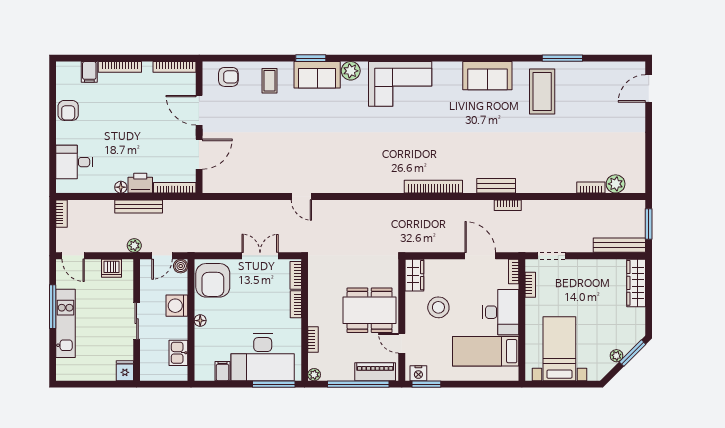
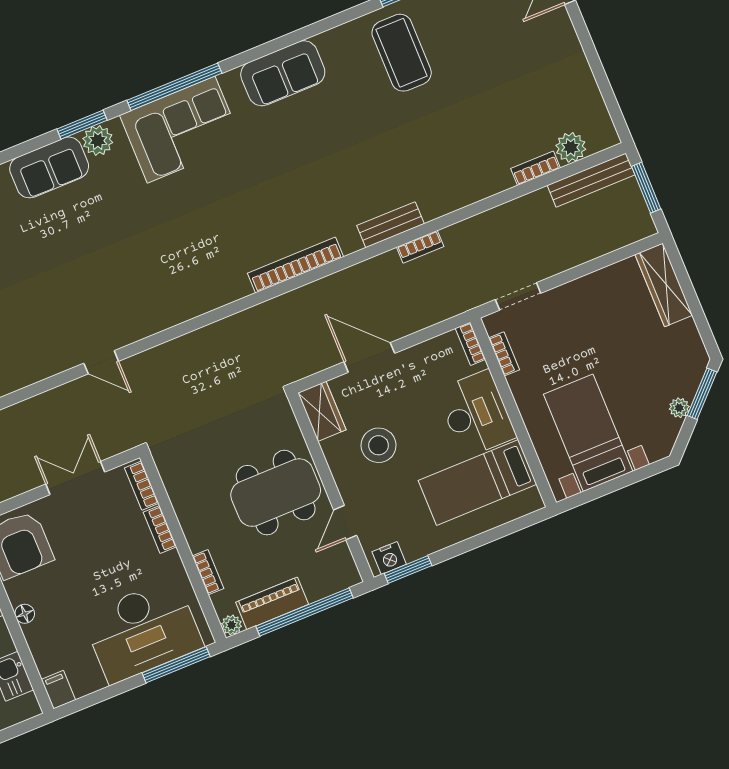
window: (311, 58) -> (82, 125), moved
window: (406, 58) -> (174, 87), added
sofa: (487, 76) -> (283, 73), moved
bench: (619, 245) -> (591, 180), moved
door: (480, 256) -> (369, 357), moved
door: (402, 343) -> (345, 523), hinge flipped
filing cabinet: (223, 371) -> (58, 690), moved
piano: (375, 372) -> (272, 603), moved

